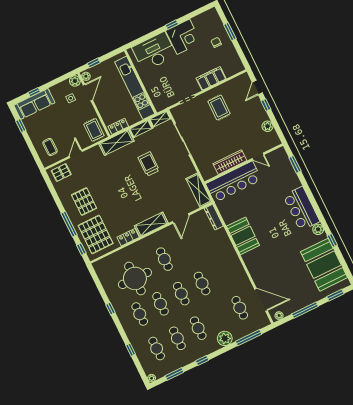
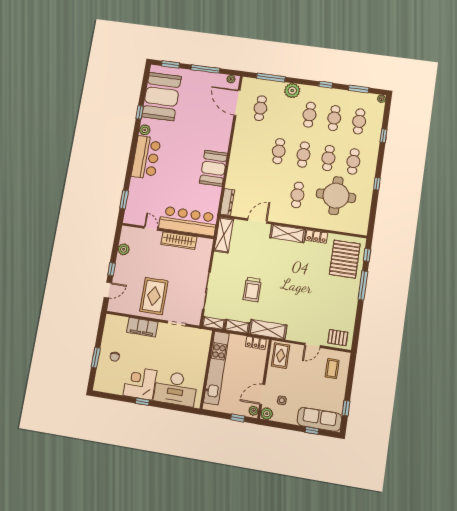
rug: (219, 107) -> (154, 296), width x1.36, depth x1.43
pallet: (84, 202) -> (335, 296), removed

